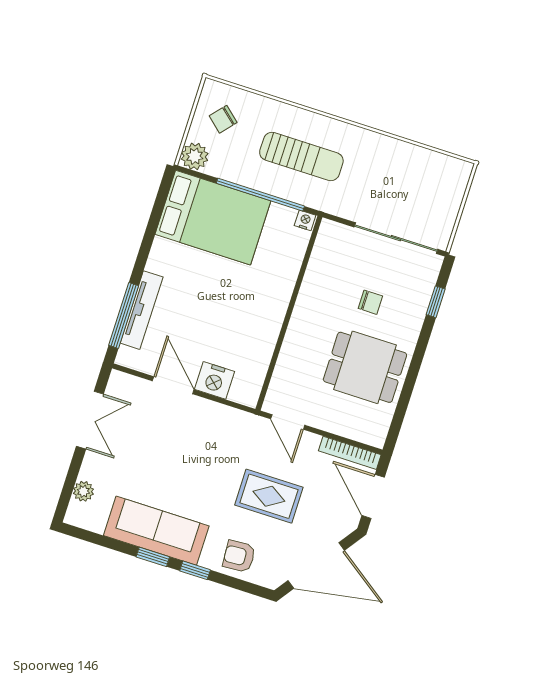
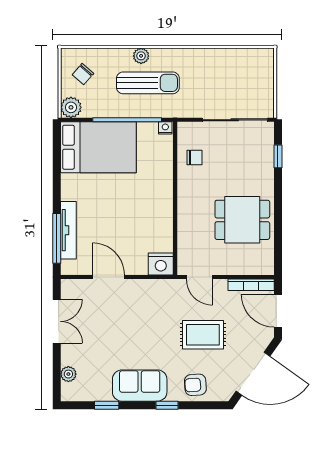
plant: (304, 120) -> (141, 56), added
chair: (370, 302) -> (194, 157), moved
nightstand: (214, 380) -> (161, 264), moved
sofa: (156, 531) -> (140, 386), width x0.73
window: (153, 557) -> (107, 405), moved

